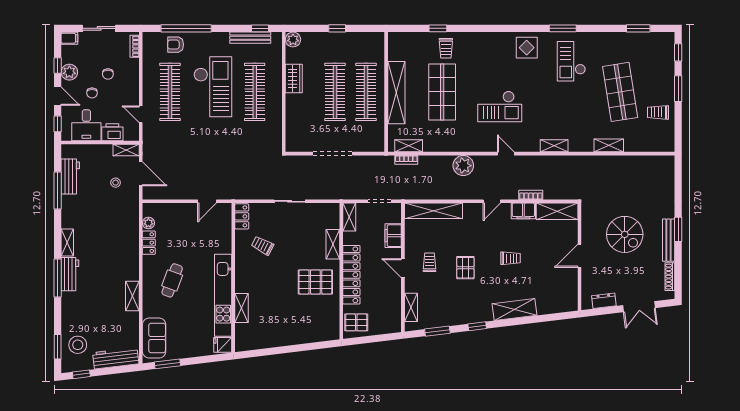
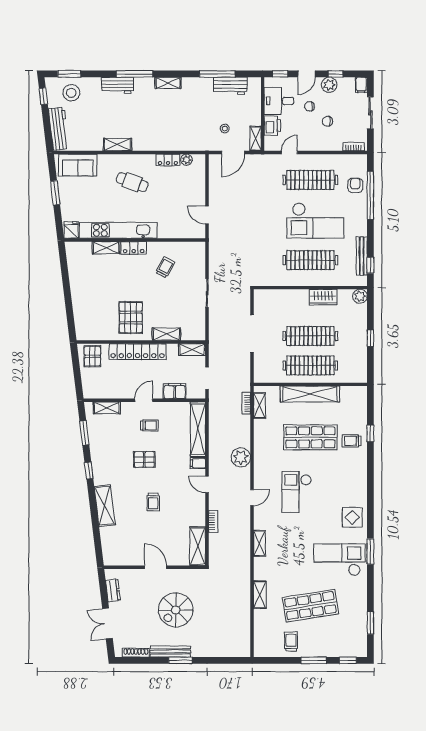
checkout: (571, 61) -> (339, 560), width x1.36, depth x1.21
filing cabinet: (523, 211) -> (198, 463), moved, width x0.50
locker: (242, 216) -> (134, 248), moved
workbench: (70, 274) -> (118, 85), moved
window: (167, 364) -> (55, 193), moved

